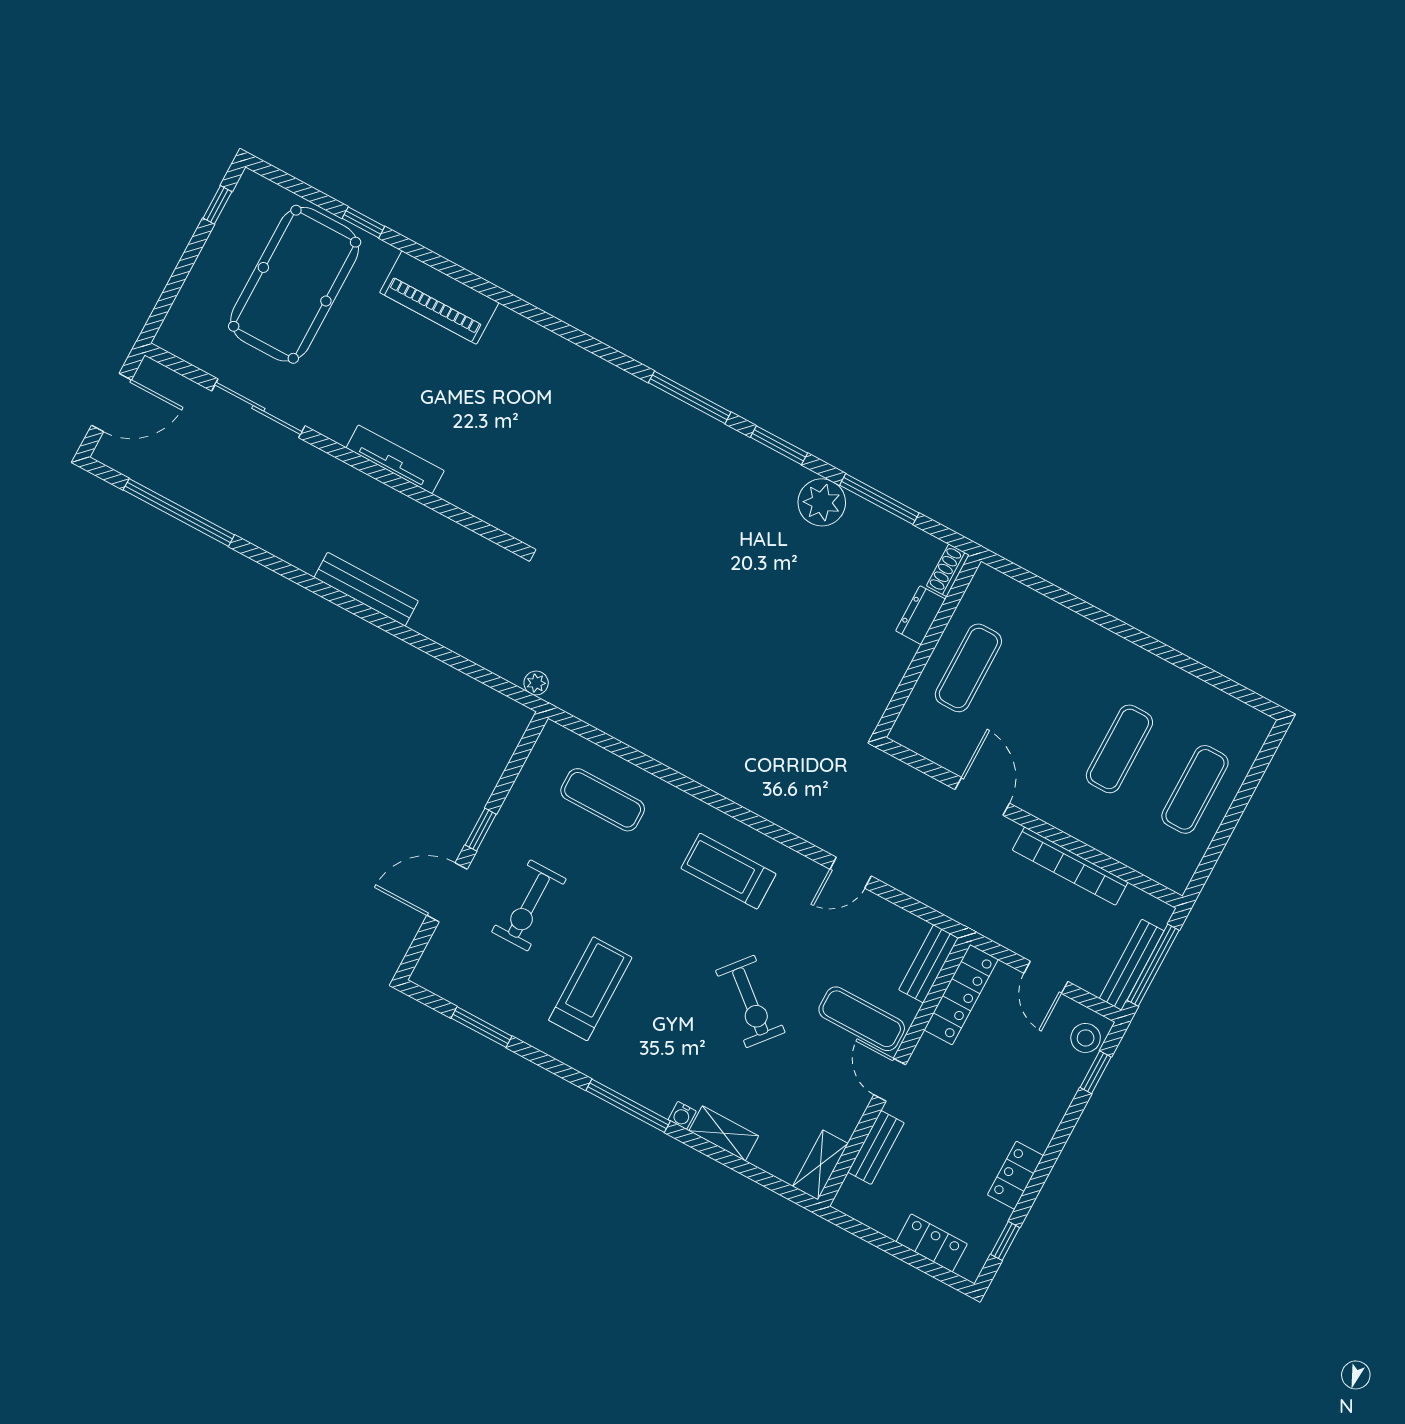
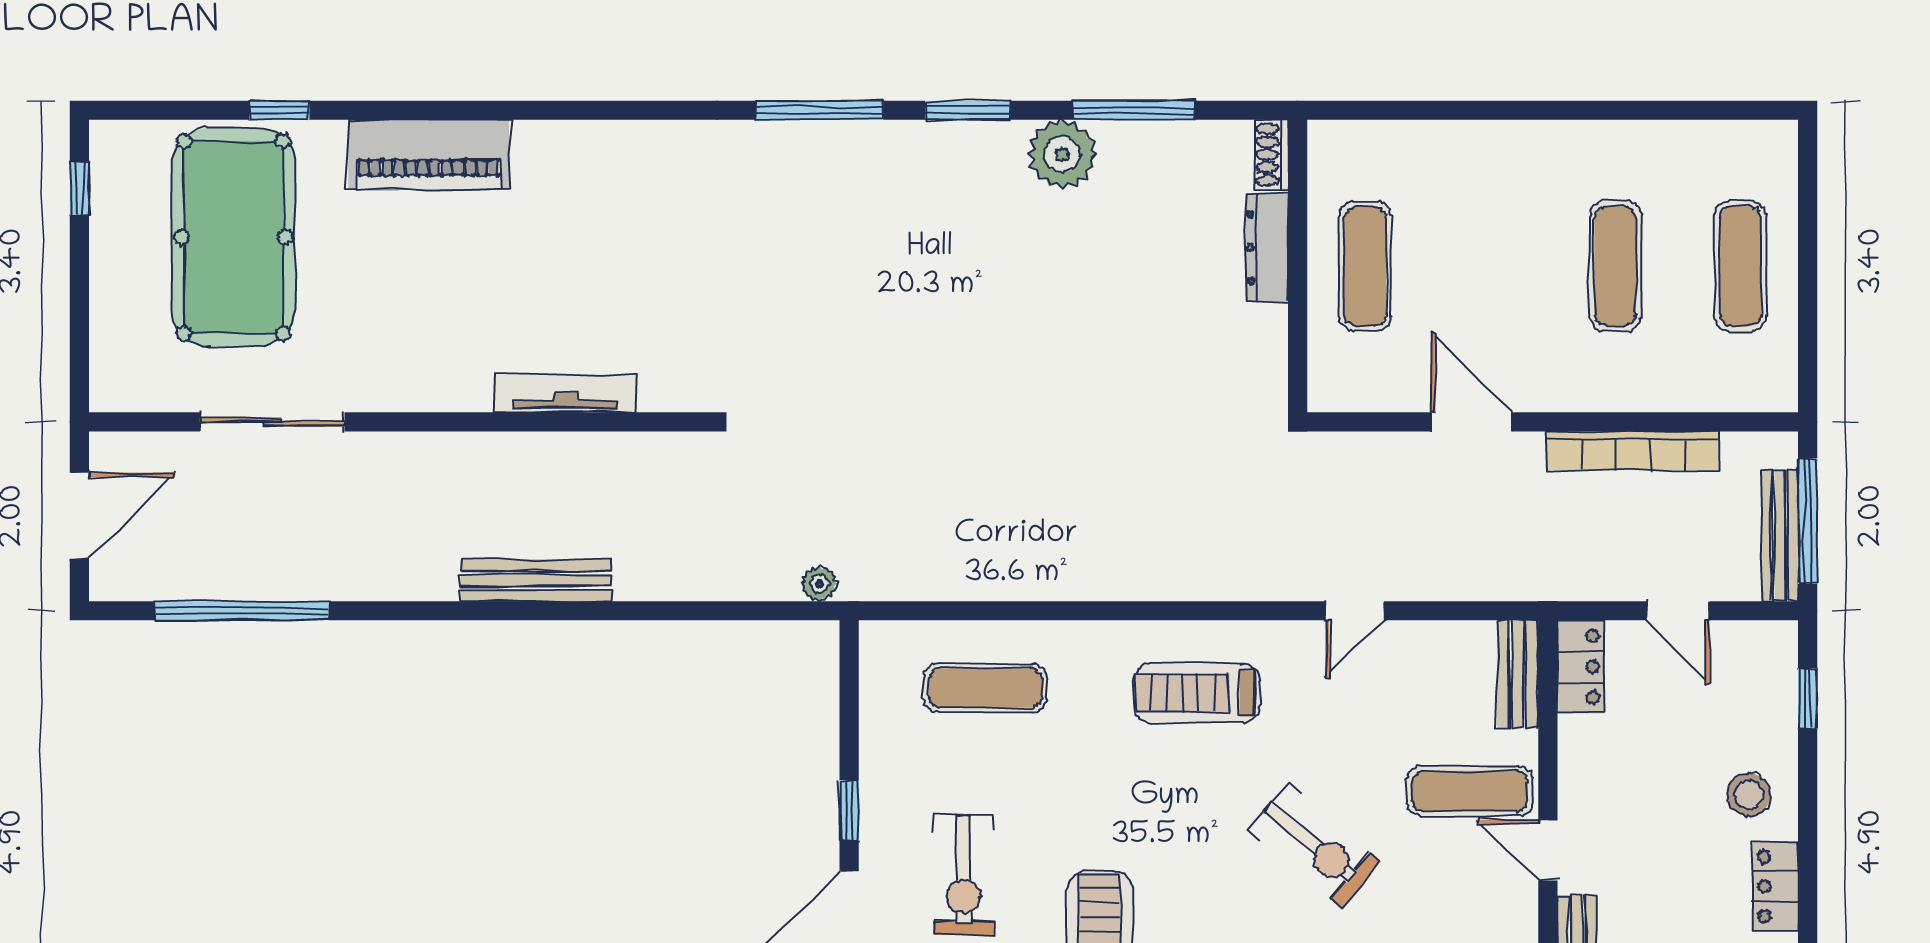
tv unit: (395, 459) -> (566, 393), moved
dresser: (921, 615) -> (1267, 248), width x1.44
locker: (961, 995) -> (1581, 667), width x0.66
stool: (1086, 1038) -> (1749, 795), moved

